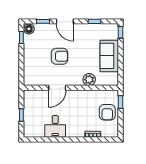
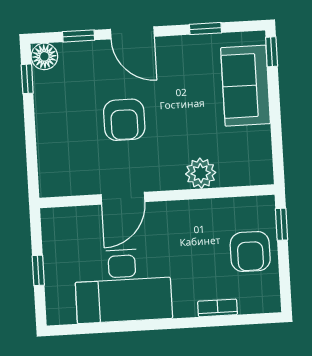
armchair: (60, 56) -> (124, 120), turned 90
sofa: (109, 56) -> (246, 86), moved
desk: (55, 126) -> (123, 286), width x1.87, depth x1.30

